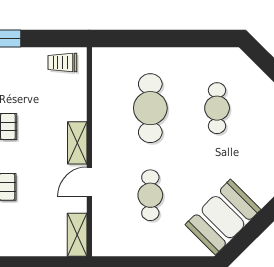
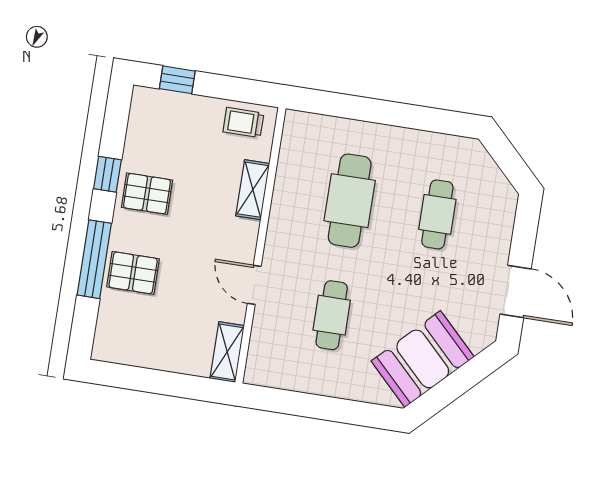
shelving: (77, 143) -> (253, 190), moved
door: (89, 182) -> (254, 285), hinge flipped

